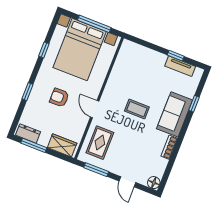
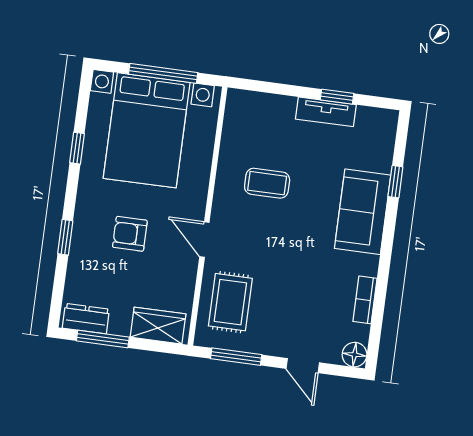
tv unit: (180, 66) -> (326, 112), moved
coffee table: (137, 109) -> (267, 183), moved
bookcase: (169, 147) -> (365, 300), moved

